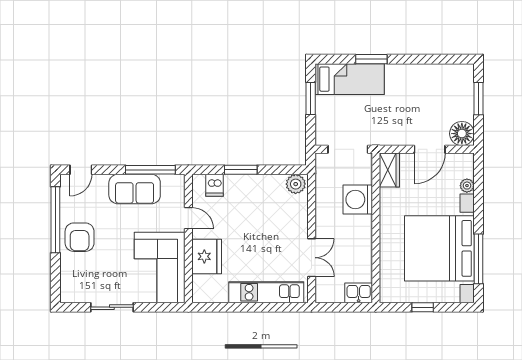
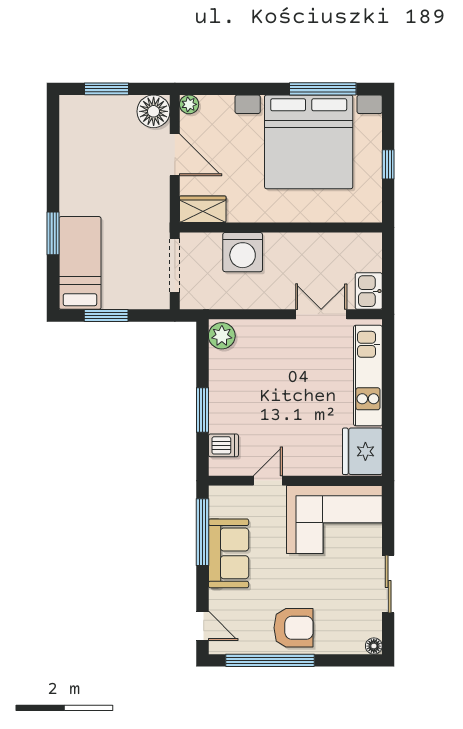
plant: (467, 186) -> (189, 104), moved
fridge: (207, 256) -> (362, 451), moved, turned -90
kitchen sink: (359, 293) -> (369, 291), moved
floor lamp: (66, 297) -> (374, 646), added

